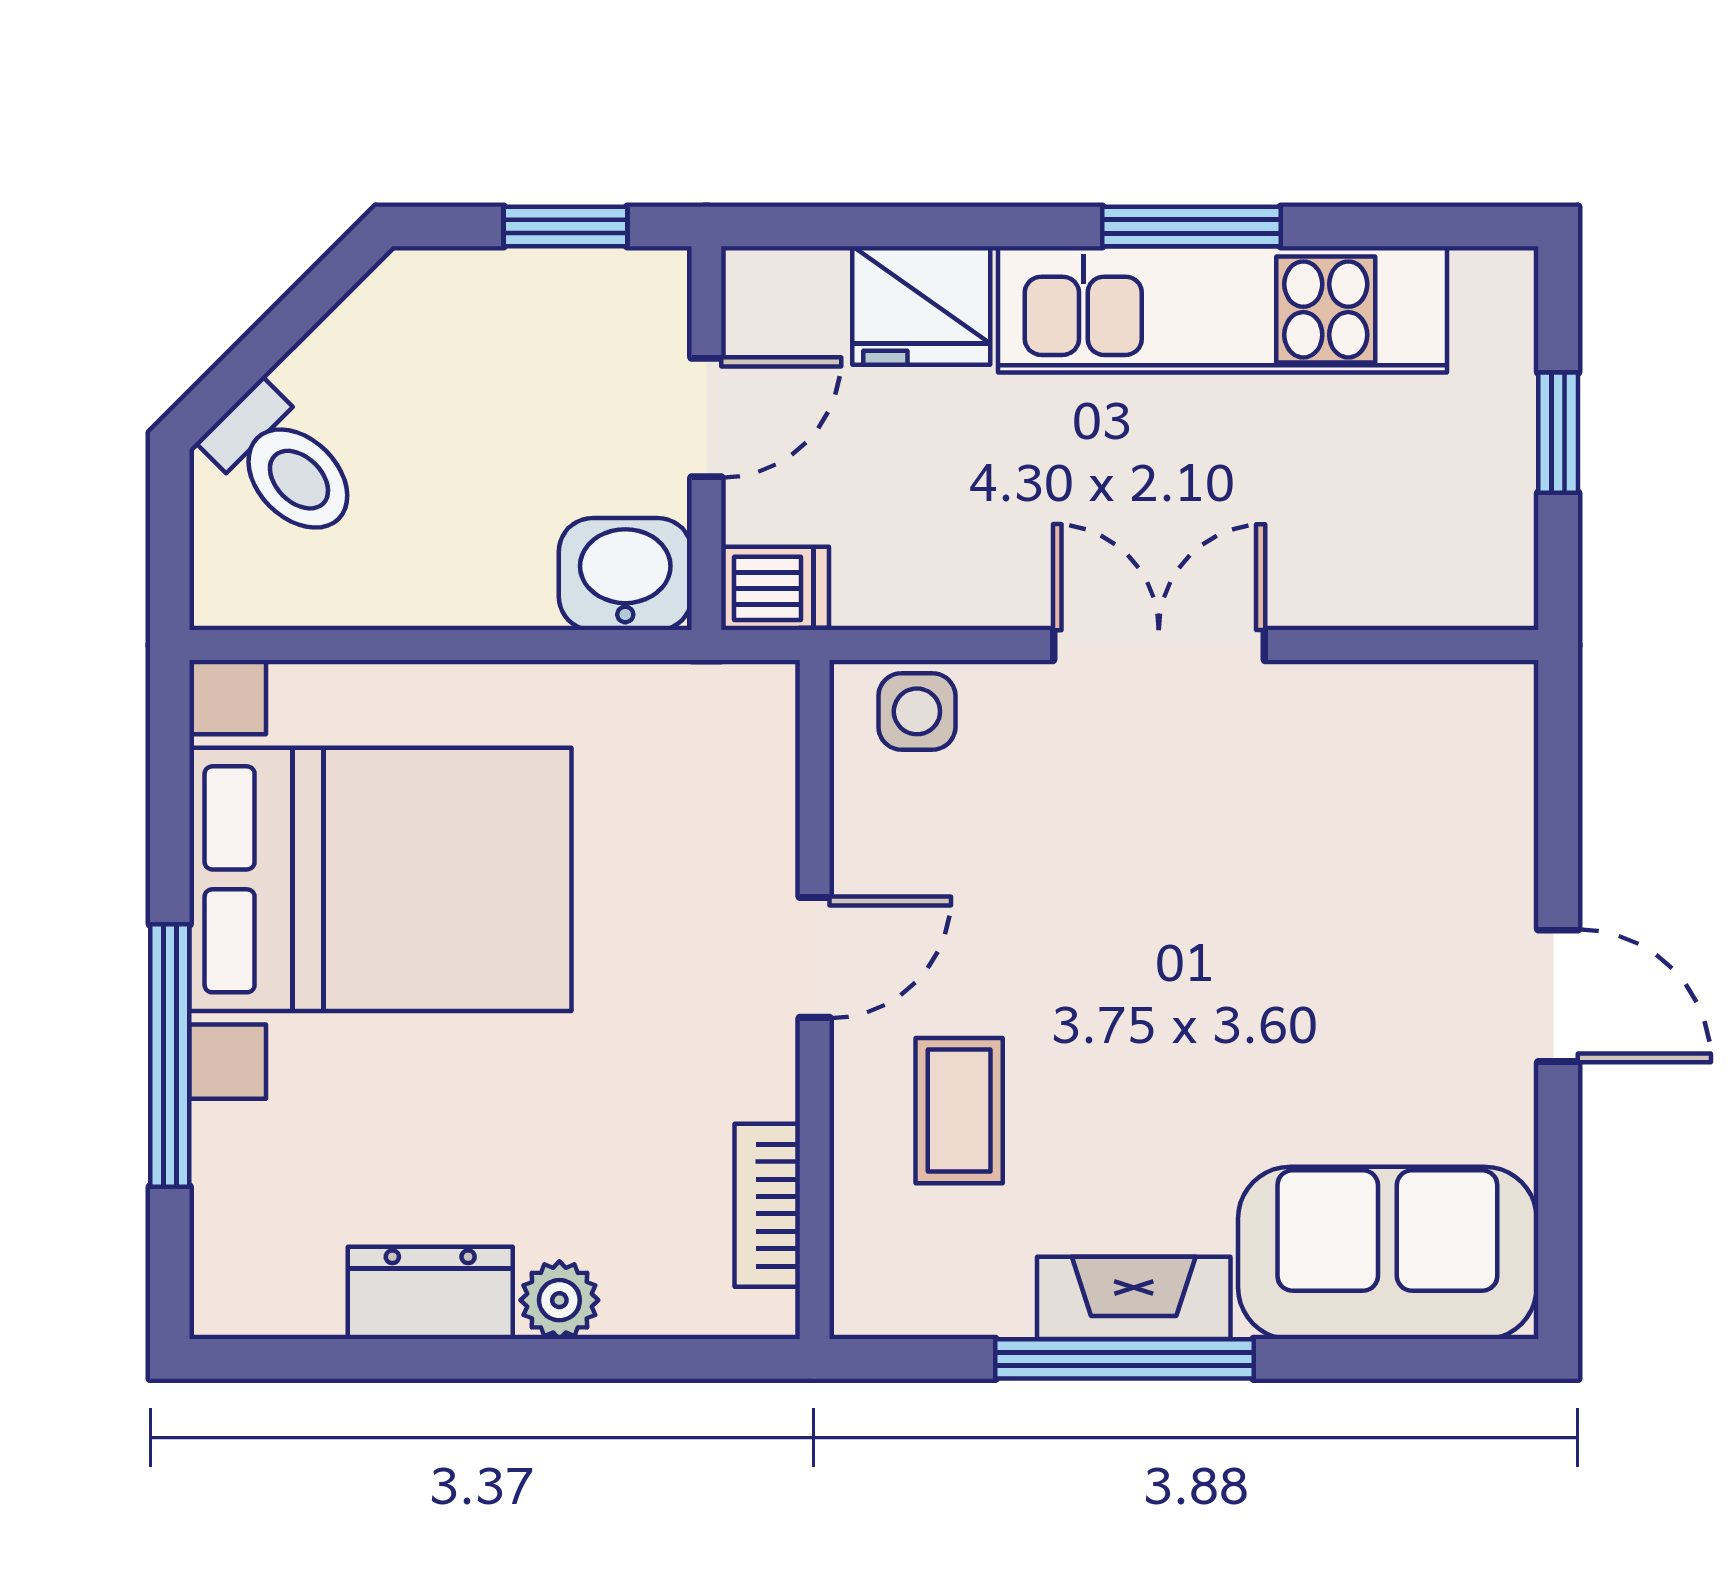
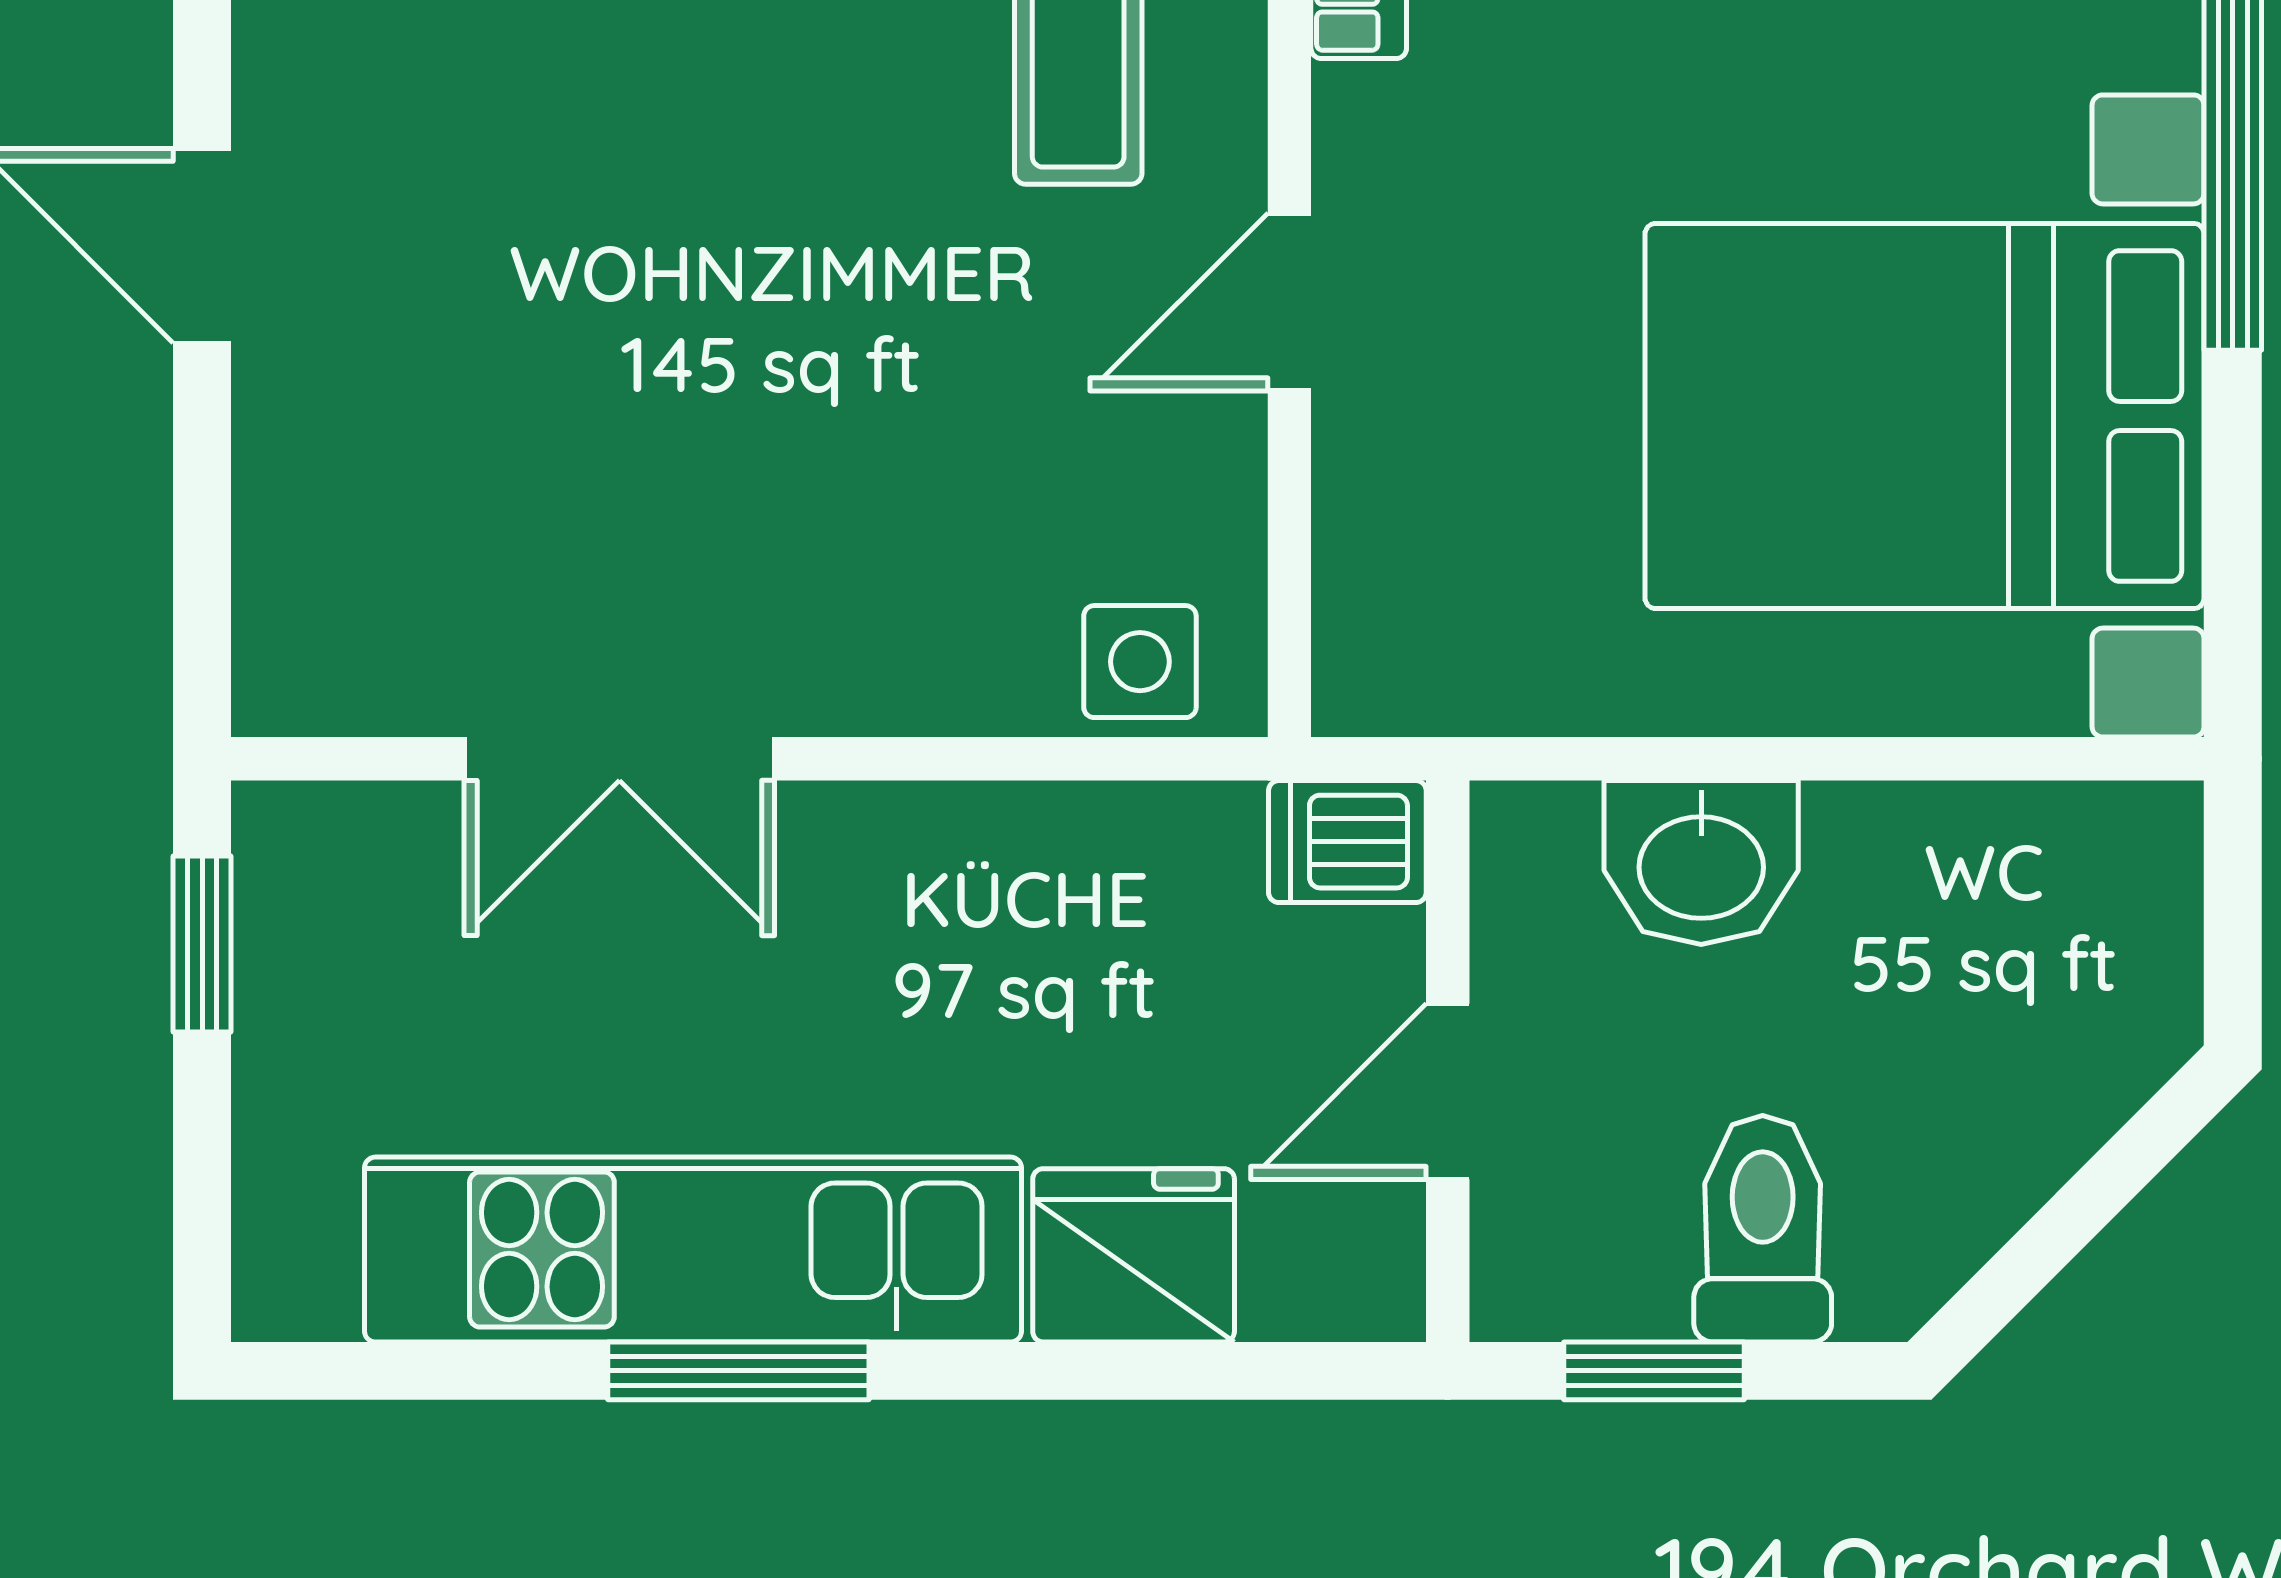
window: (1558, 433) -> (202, 944), moved
toilet: (284, 464) -> (1763, 1229), moved, turned 45
washbasin: (625, 574) -> (1701, 863), moved
double door: (1159, 645) -> (619, 759), moved

